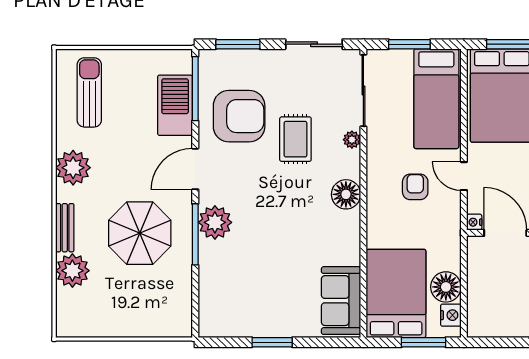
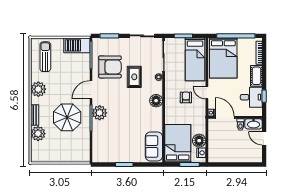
barbecue: (175, 105) -> (77, 45), moved, turned -90

